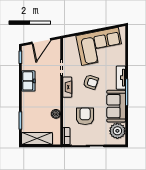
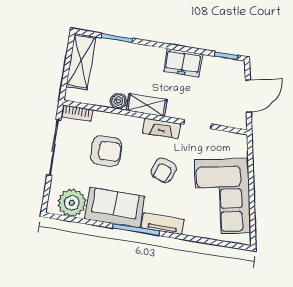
door: (41, 41) -> (248, 96), swing flipped
shelving: (55, 97) -> (147, 105), added

